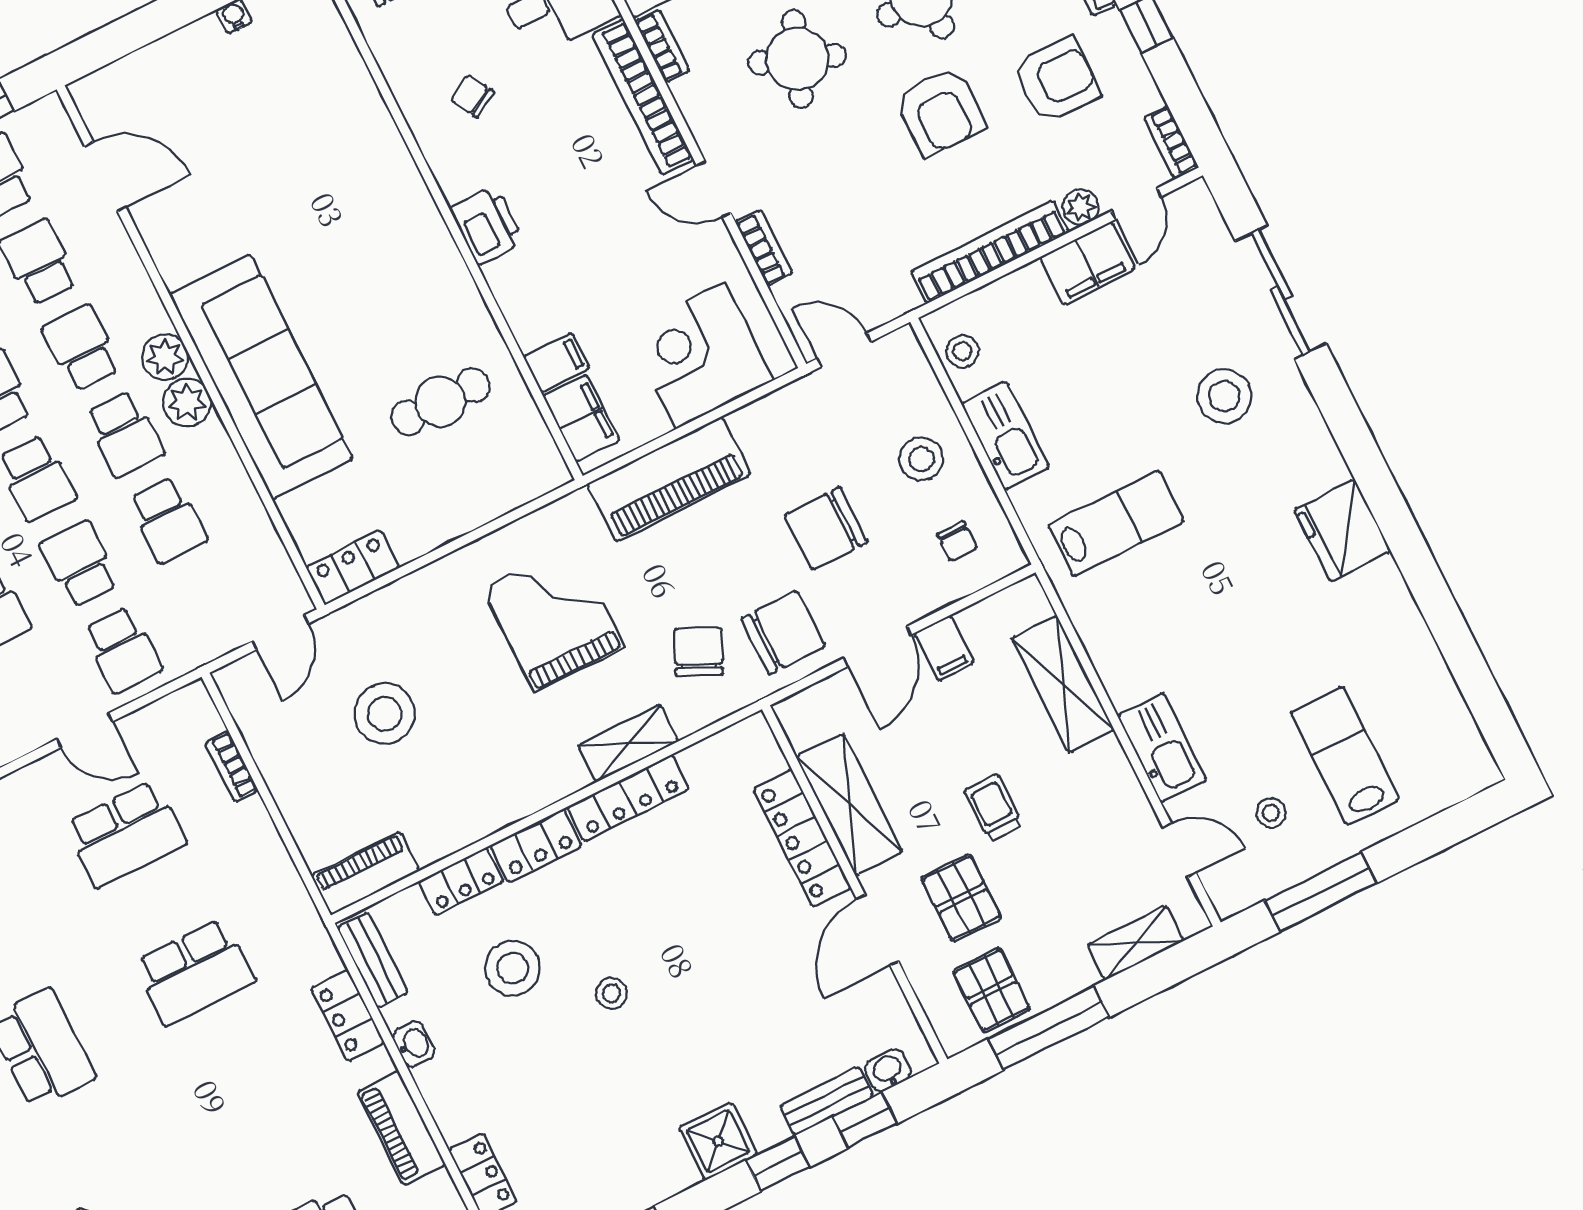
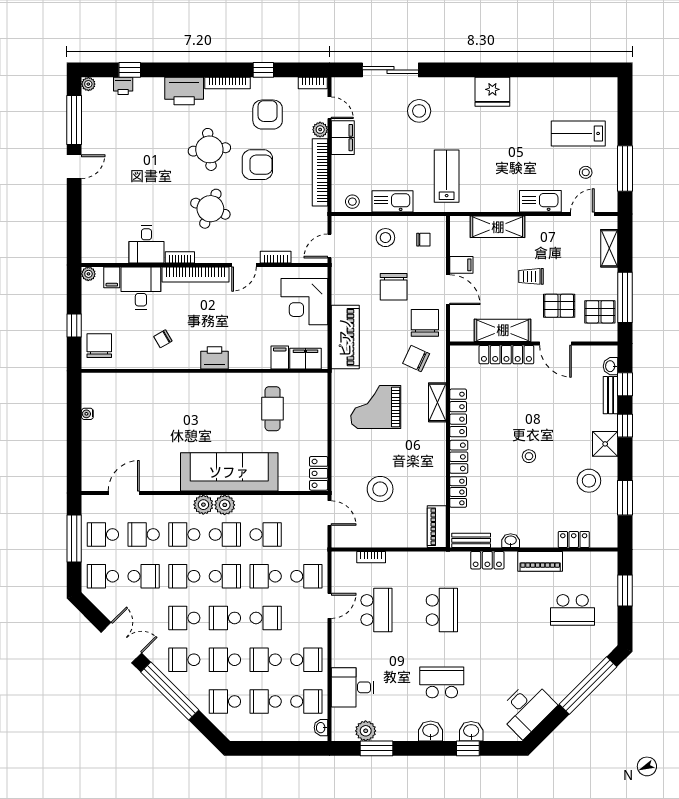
stool: (513, 968) -> (589, 481), moved

